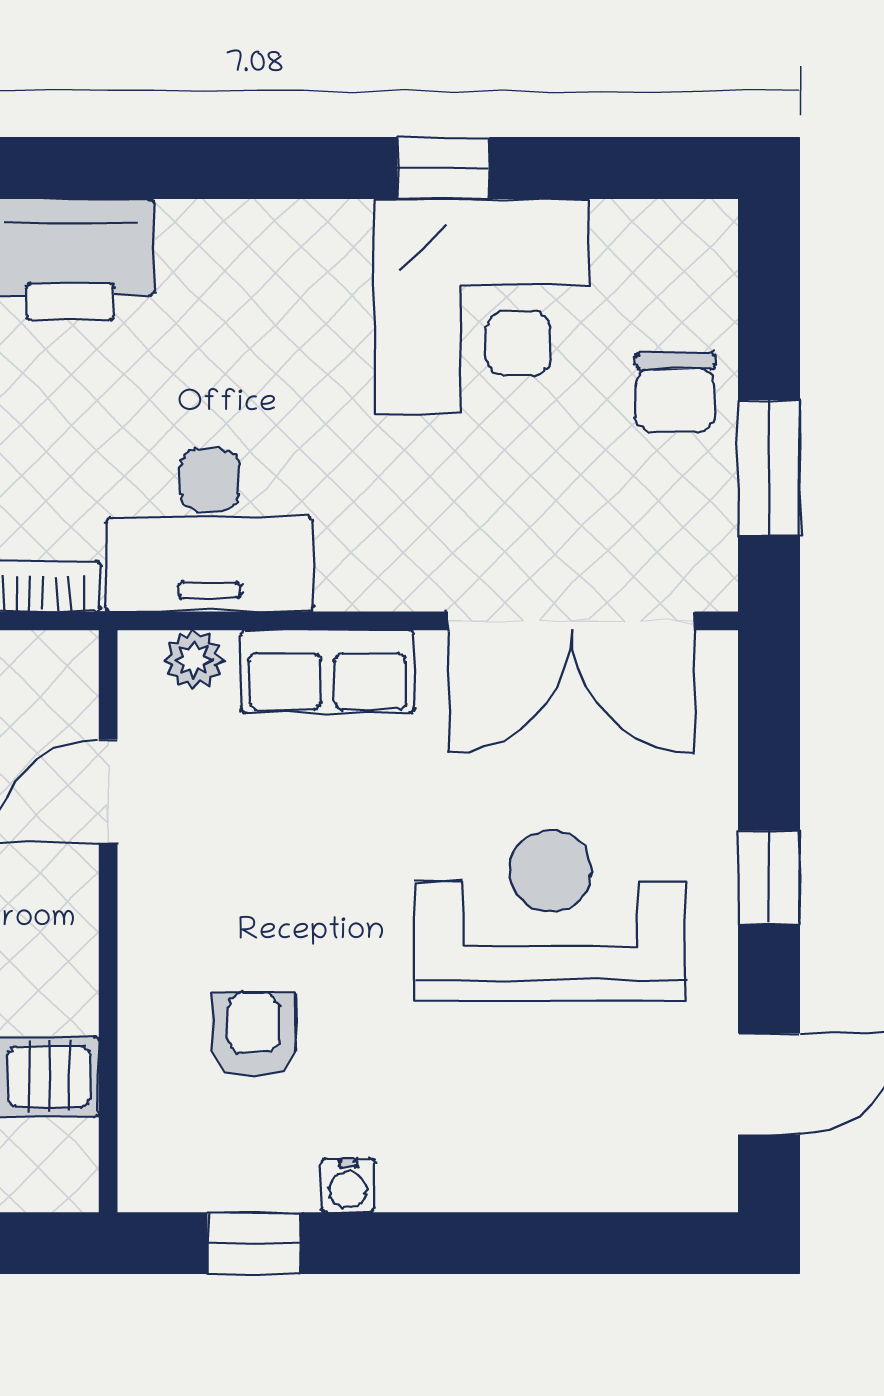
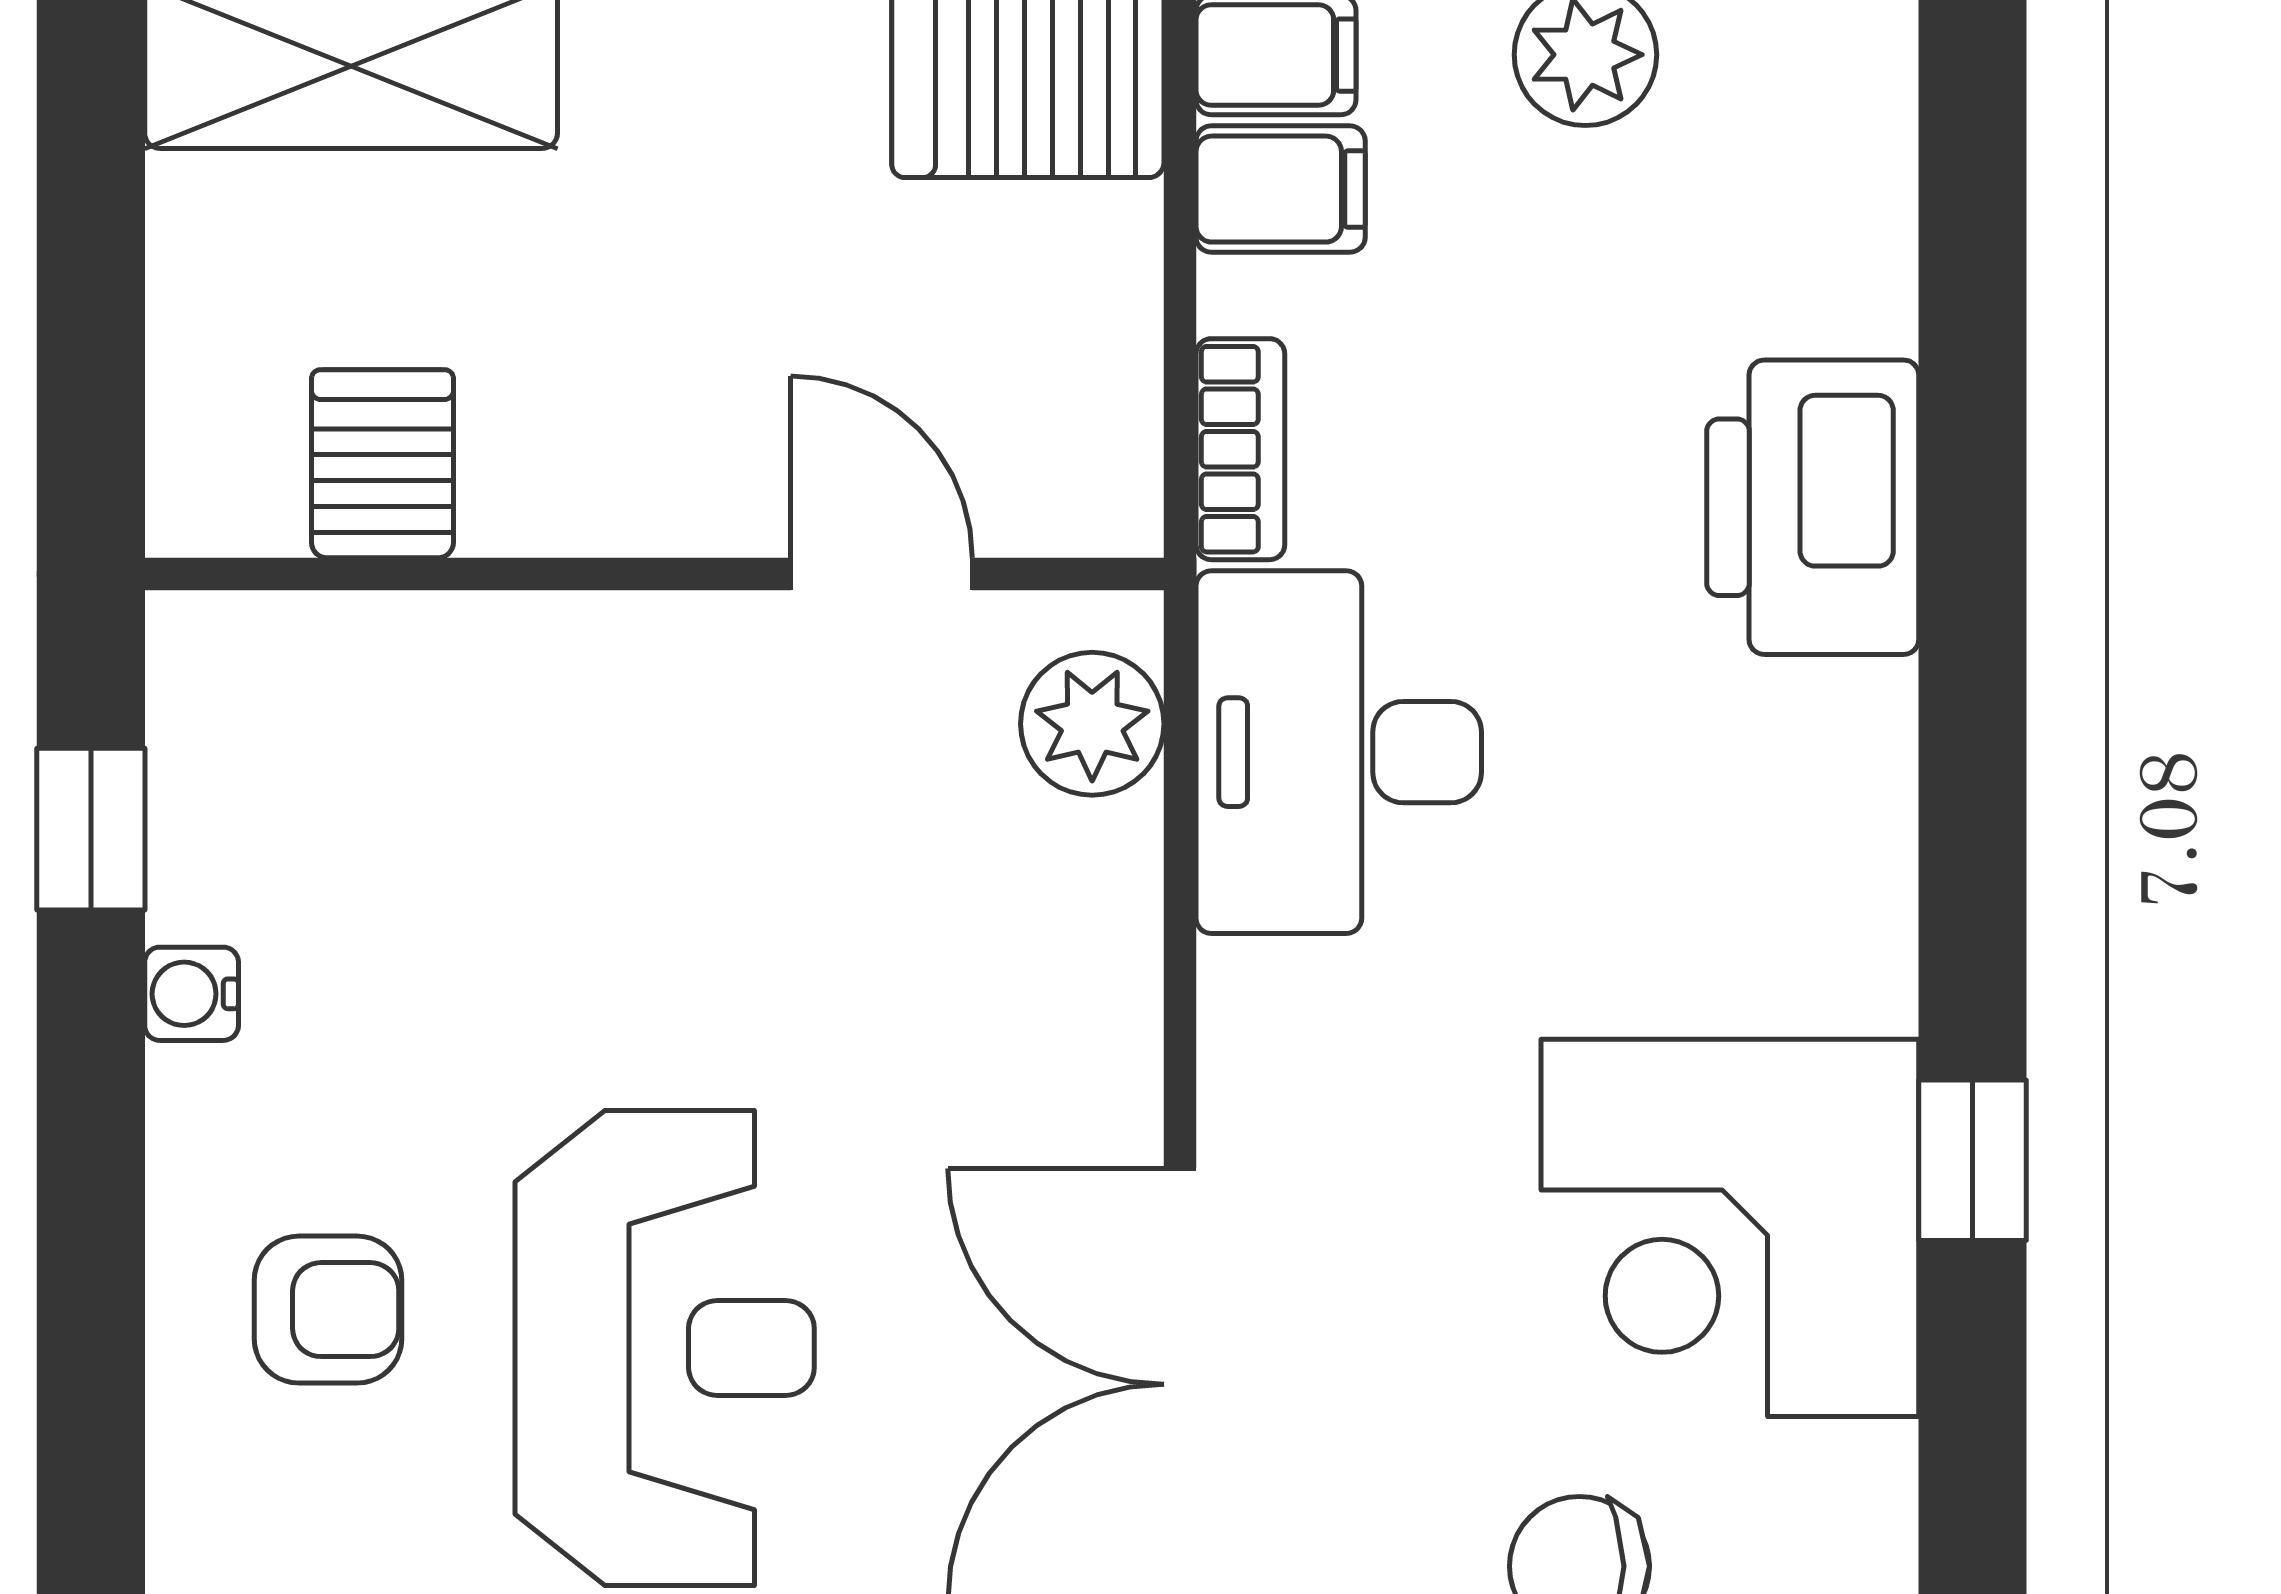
plant: (194, 660) -> (1092, 724), width x1.38, depth x1.38
row of seats: (328, 672) -> (1091, 958), removed
armchair: (254, 1035) -> (328, 1310), moved

